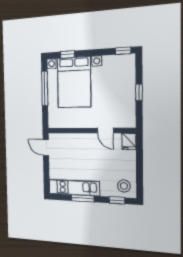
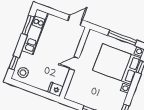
door: (105, 131) -> (74, 64), moved
window: (83, 198) -> (28, 25), moved

